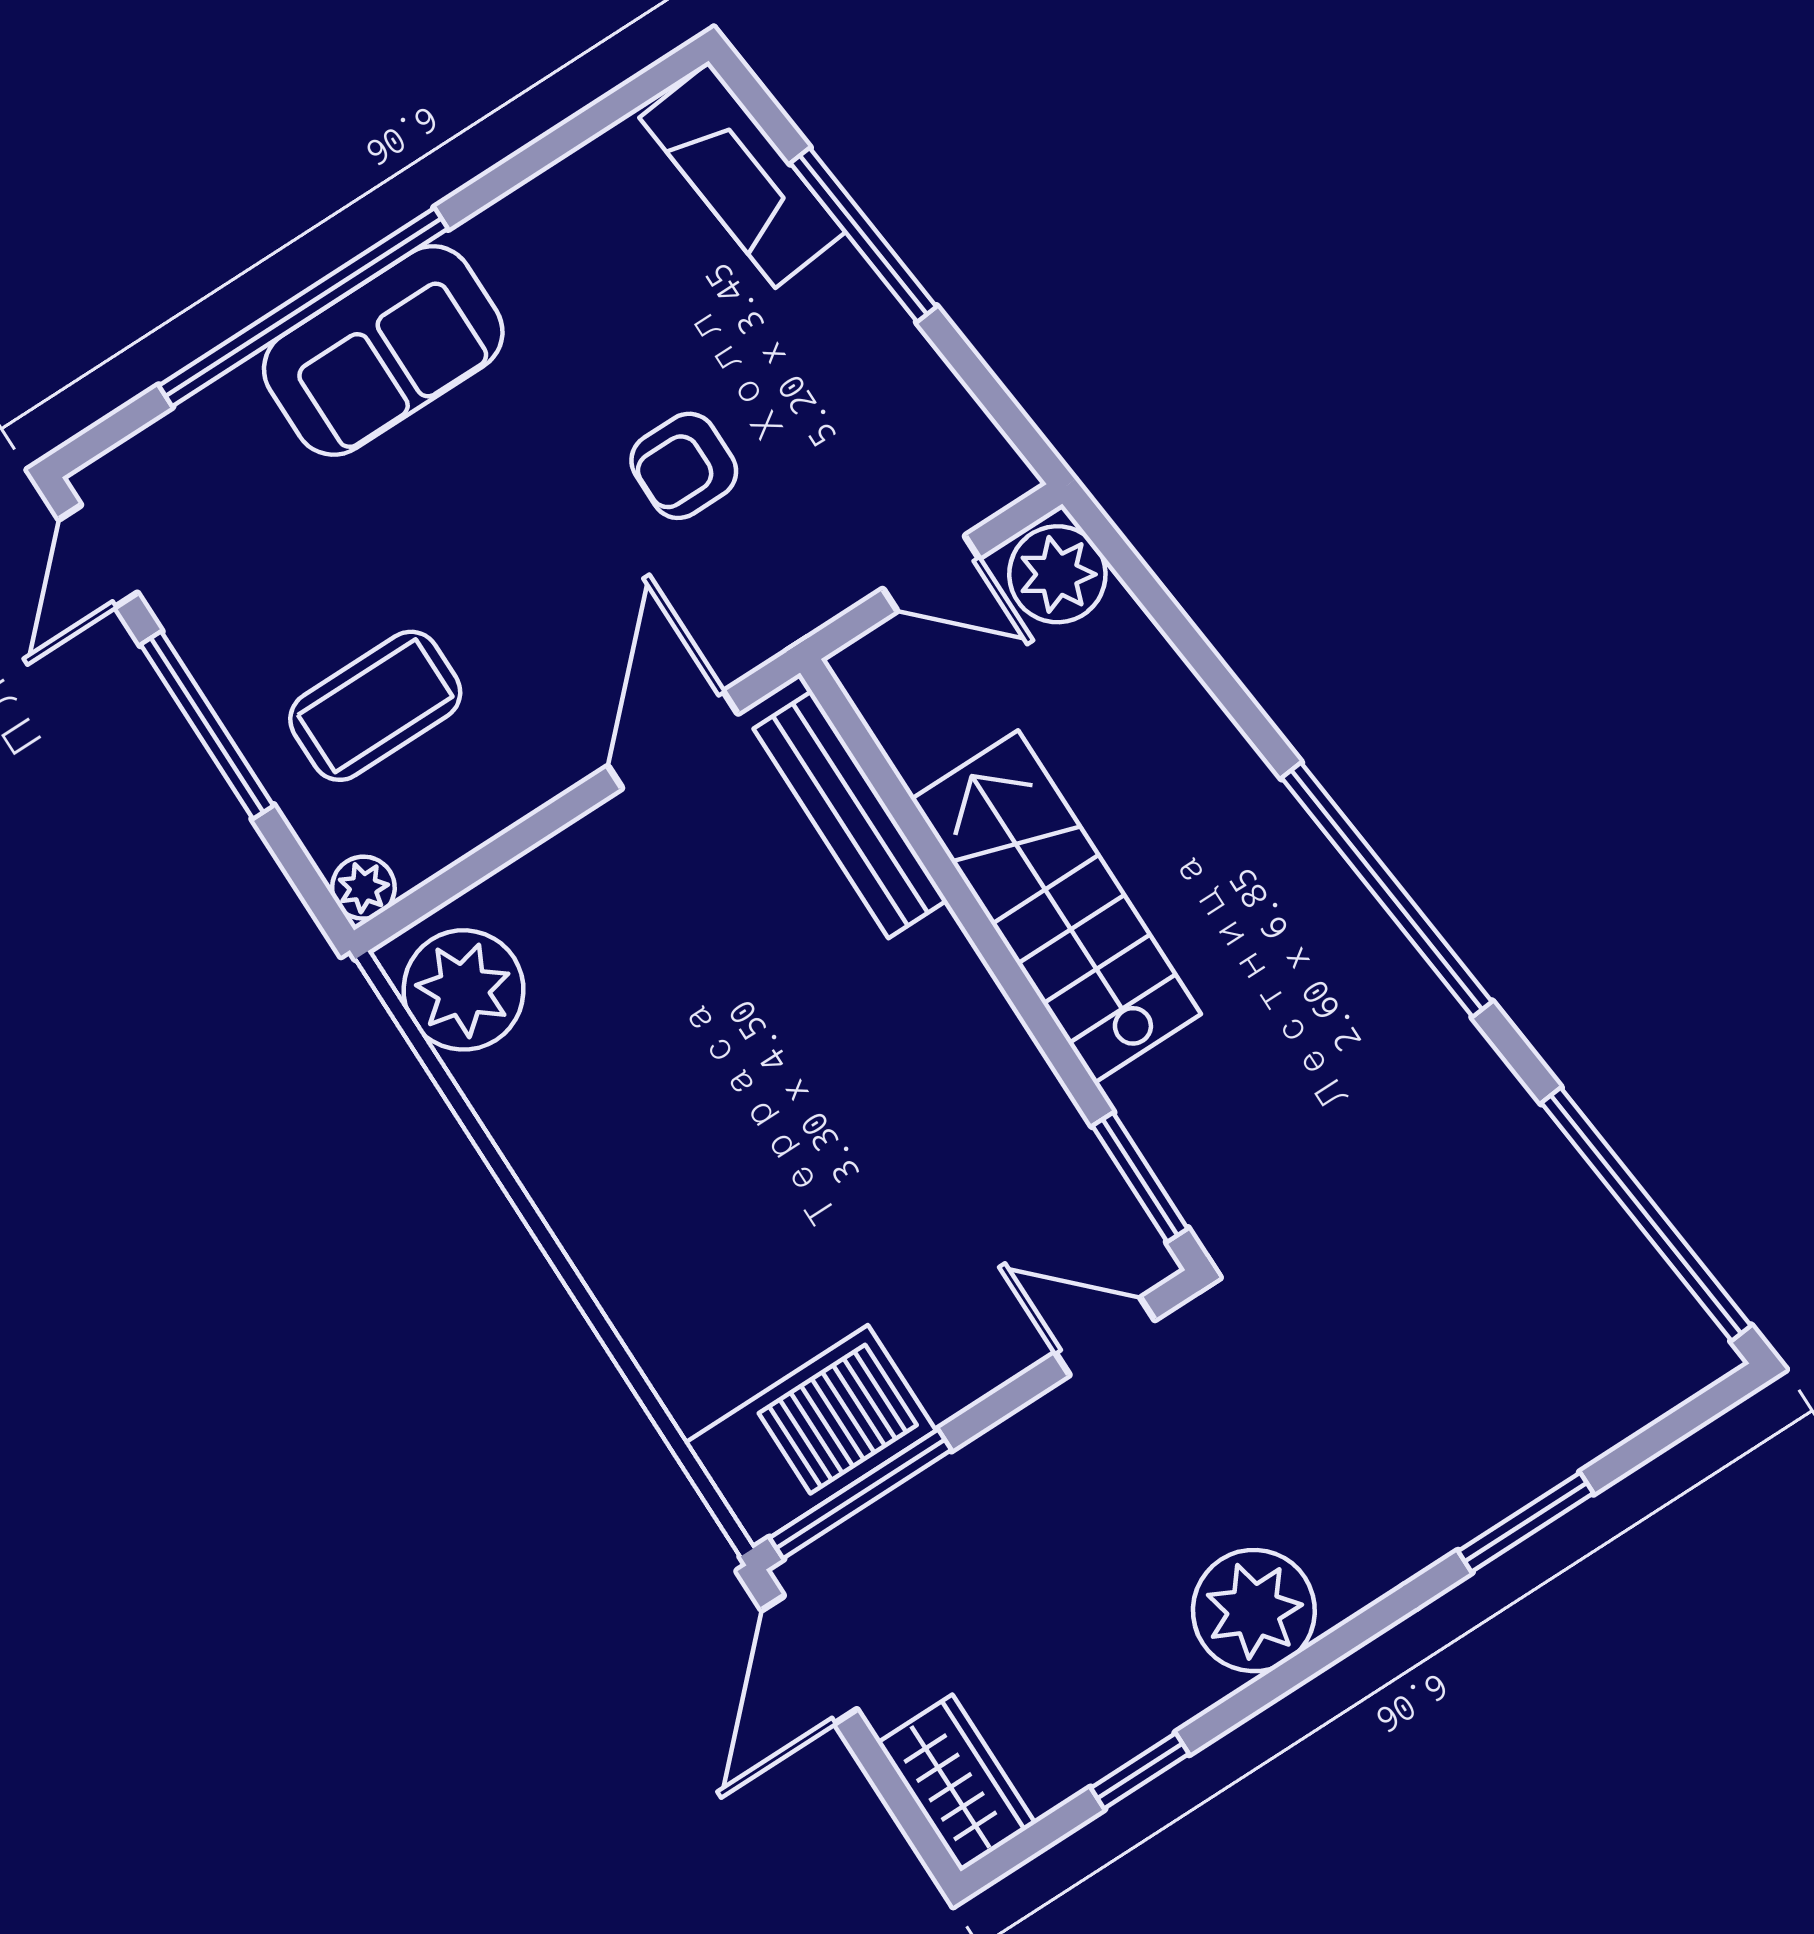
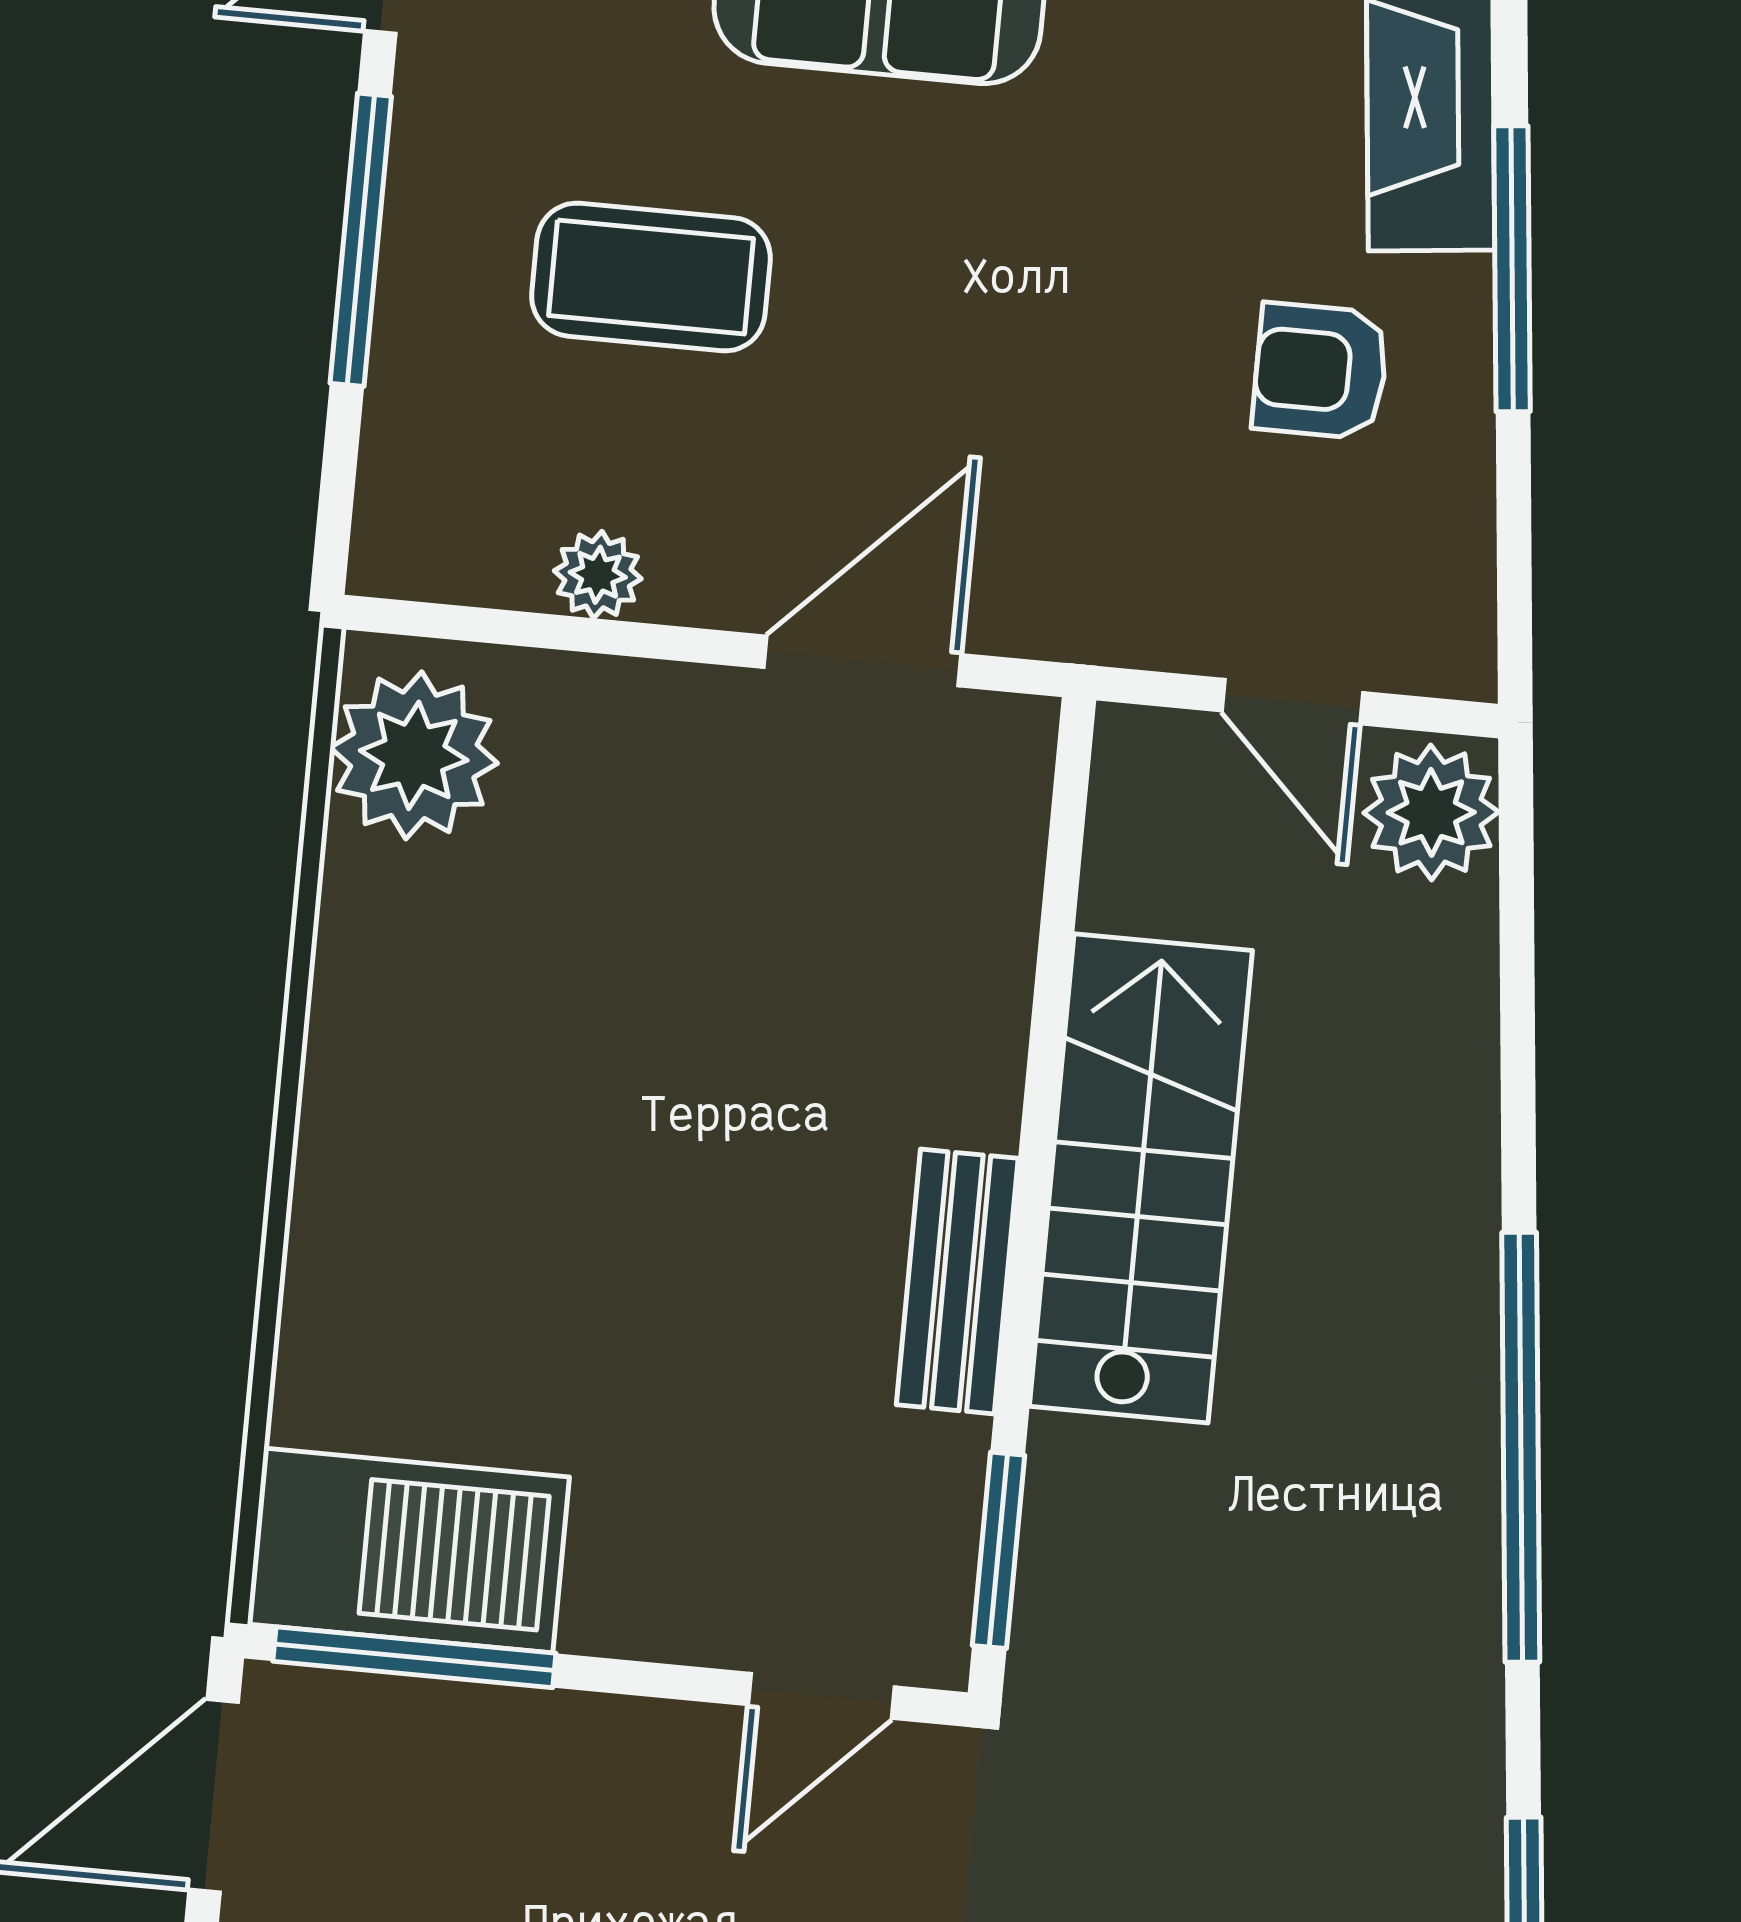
armchair: (684, 466) -> (1321, 371), moved
coffee table: (375, 706) -> (651, 277), moved
bench: (850, 815) -> (957, 1282), moved, width x0.73
plant: (363, 888) -> (598, 575), moved
door: (1105, 1336) -> (821, 1696), swing flipped

